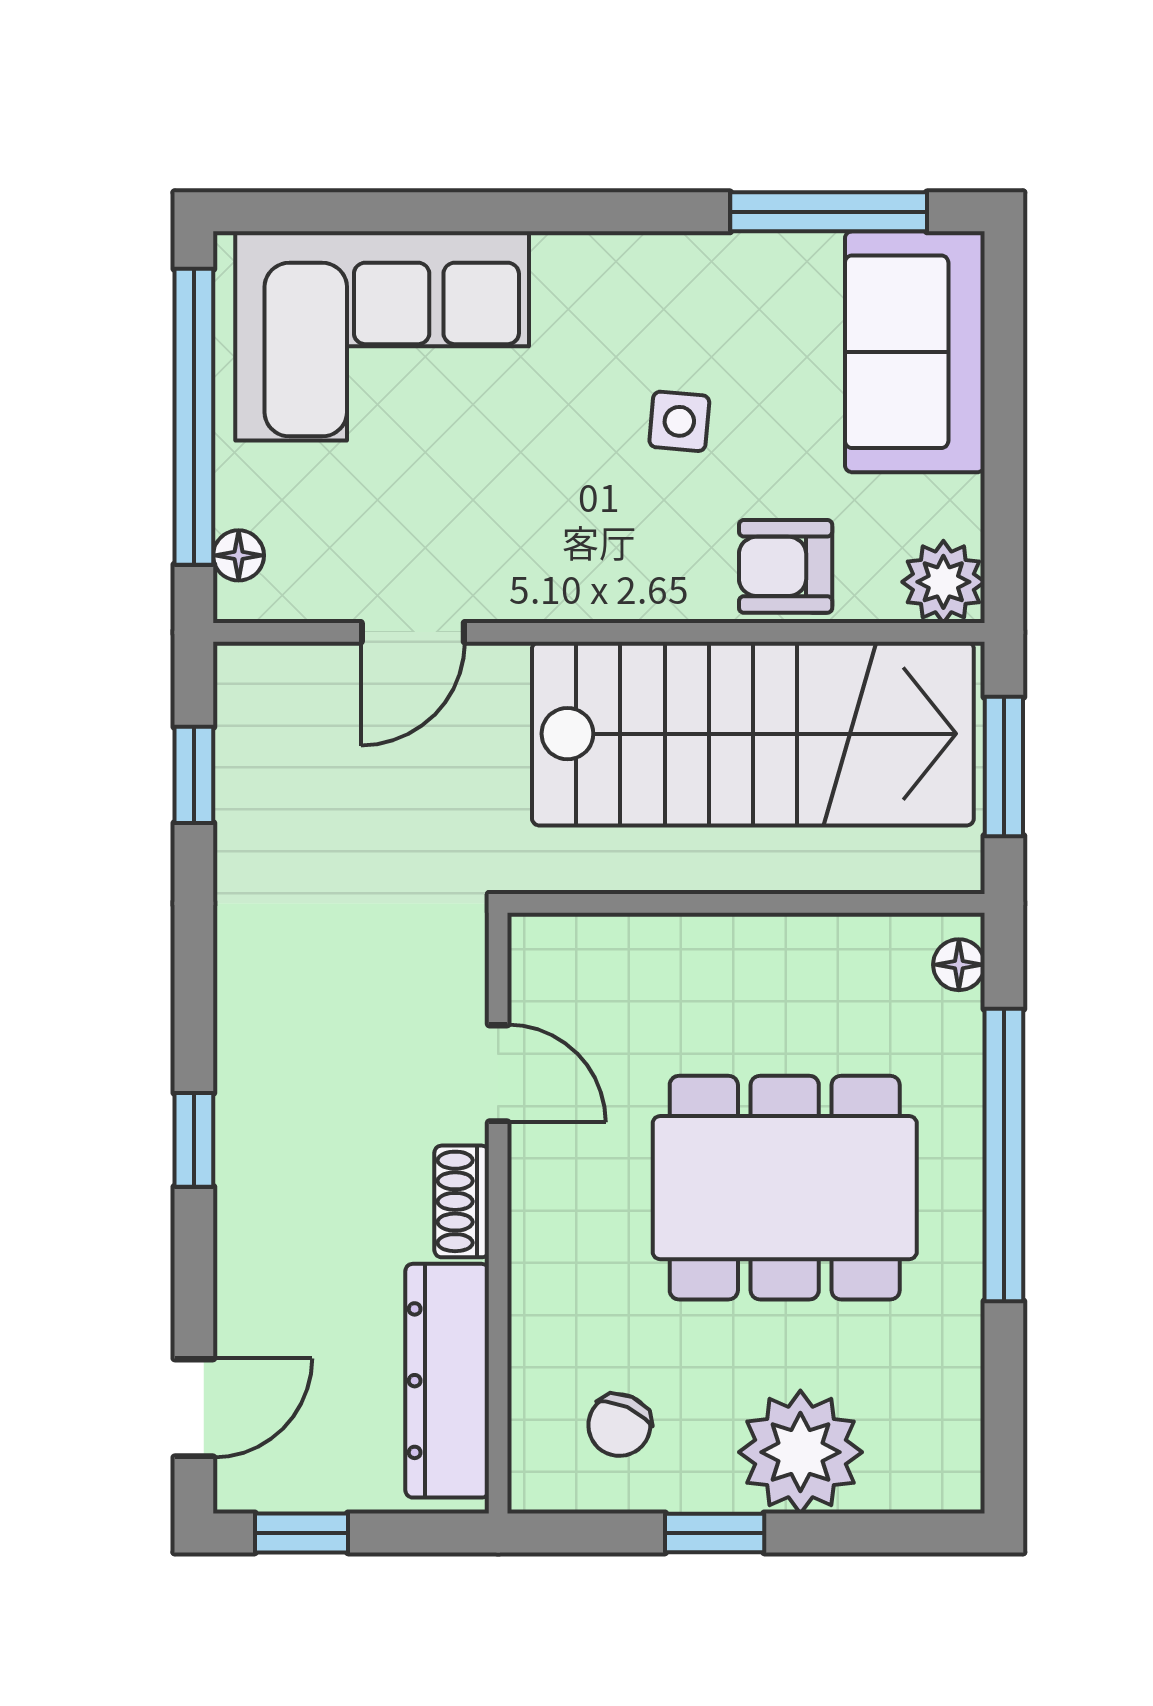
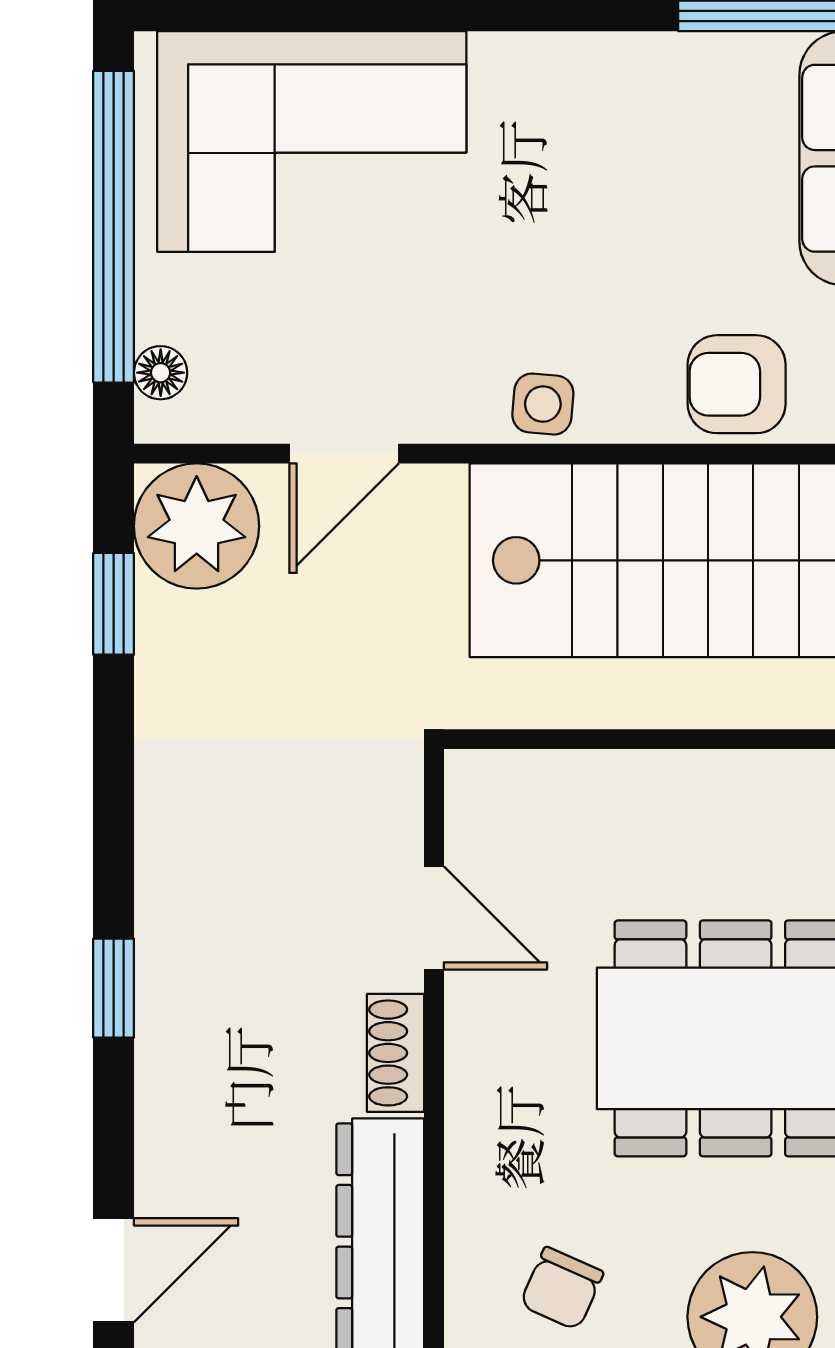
side table: (679, 421) -> (543, 404), moved
plant: (273, 701) -> (197, 526), added

